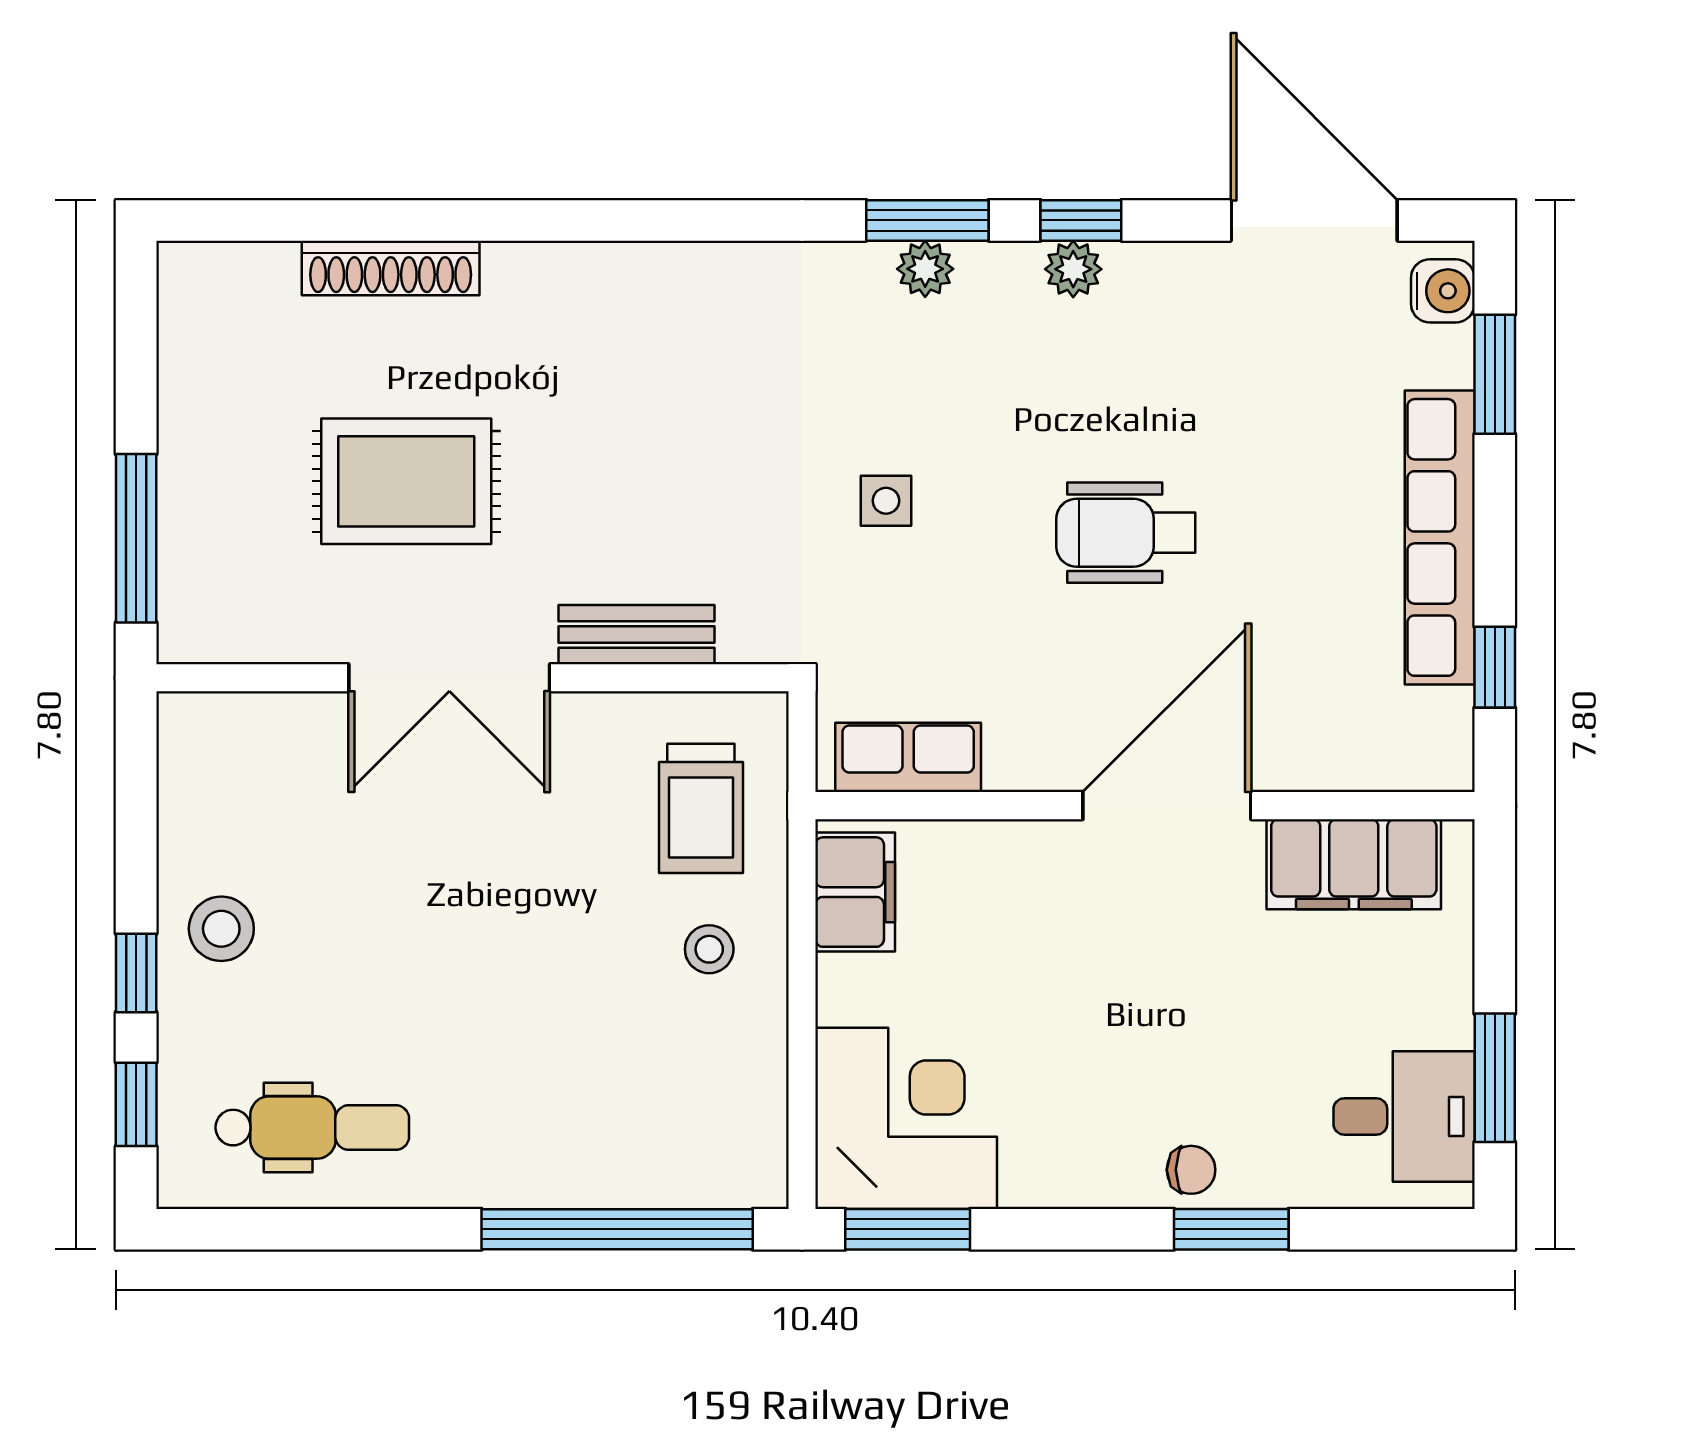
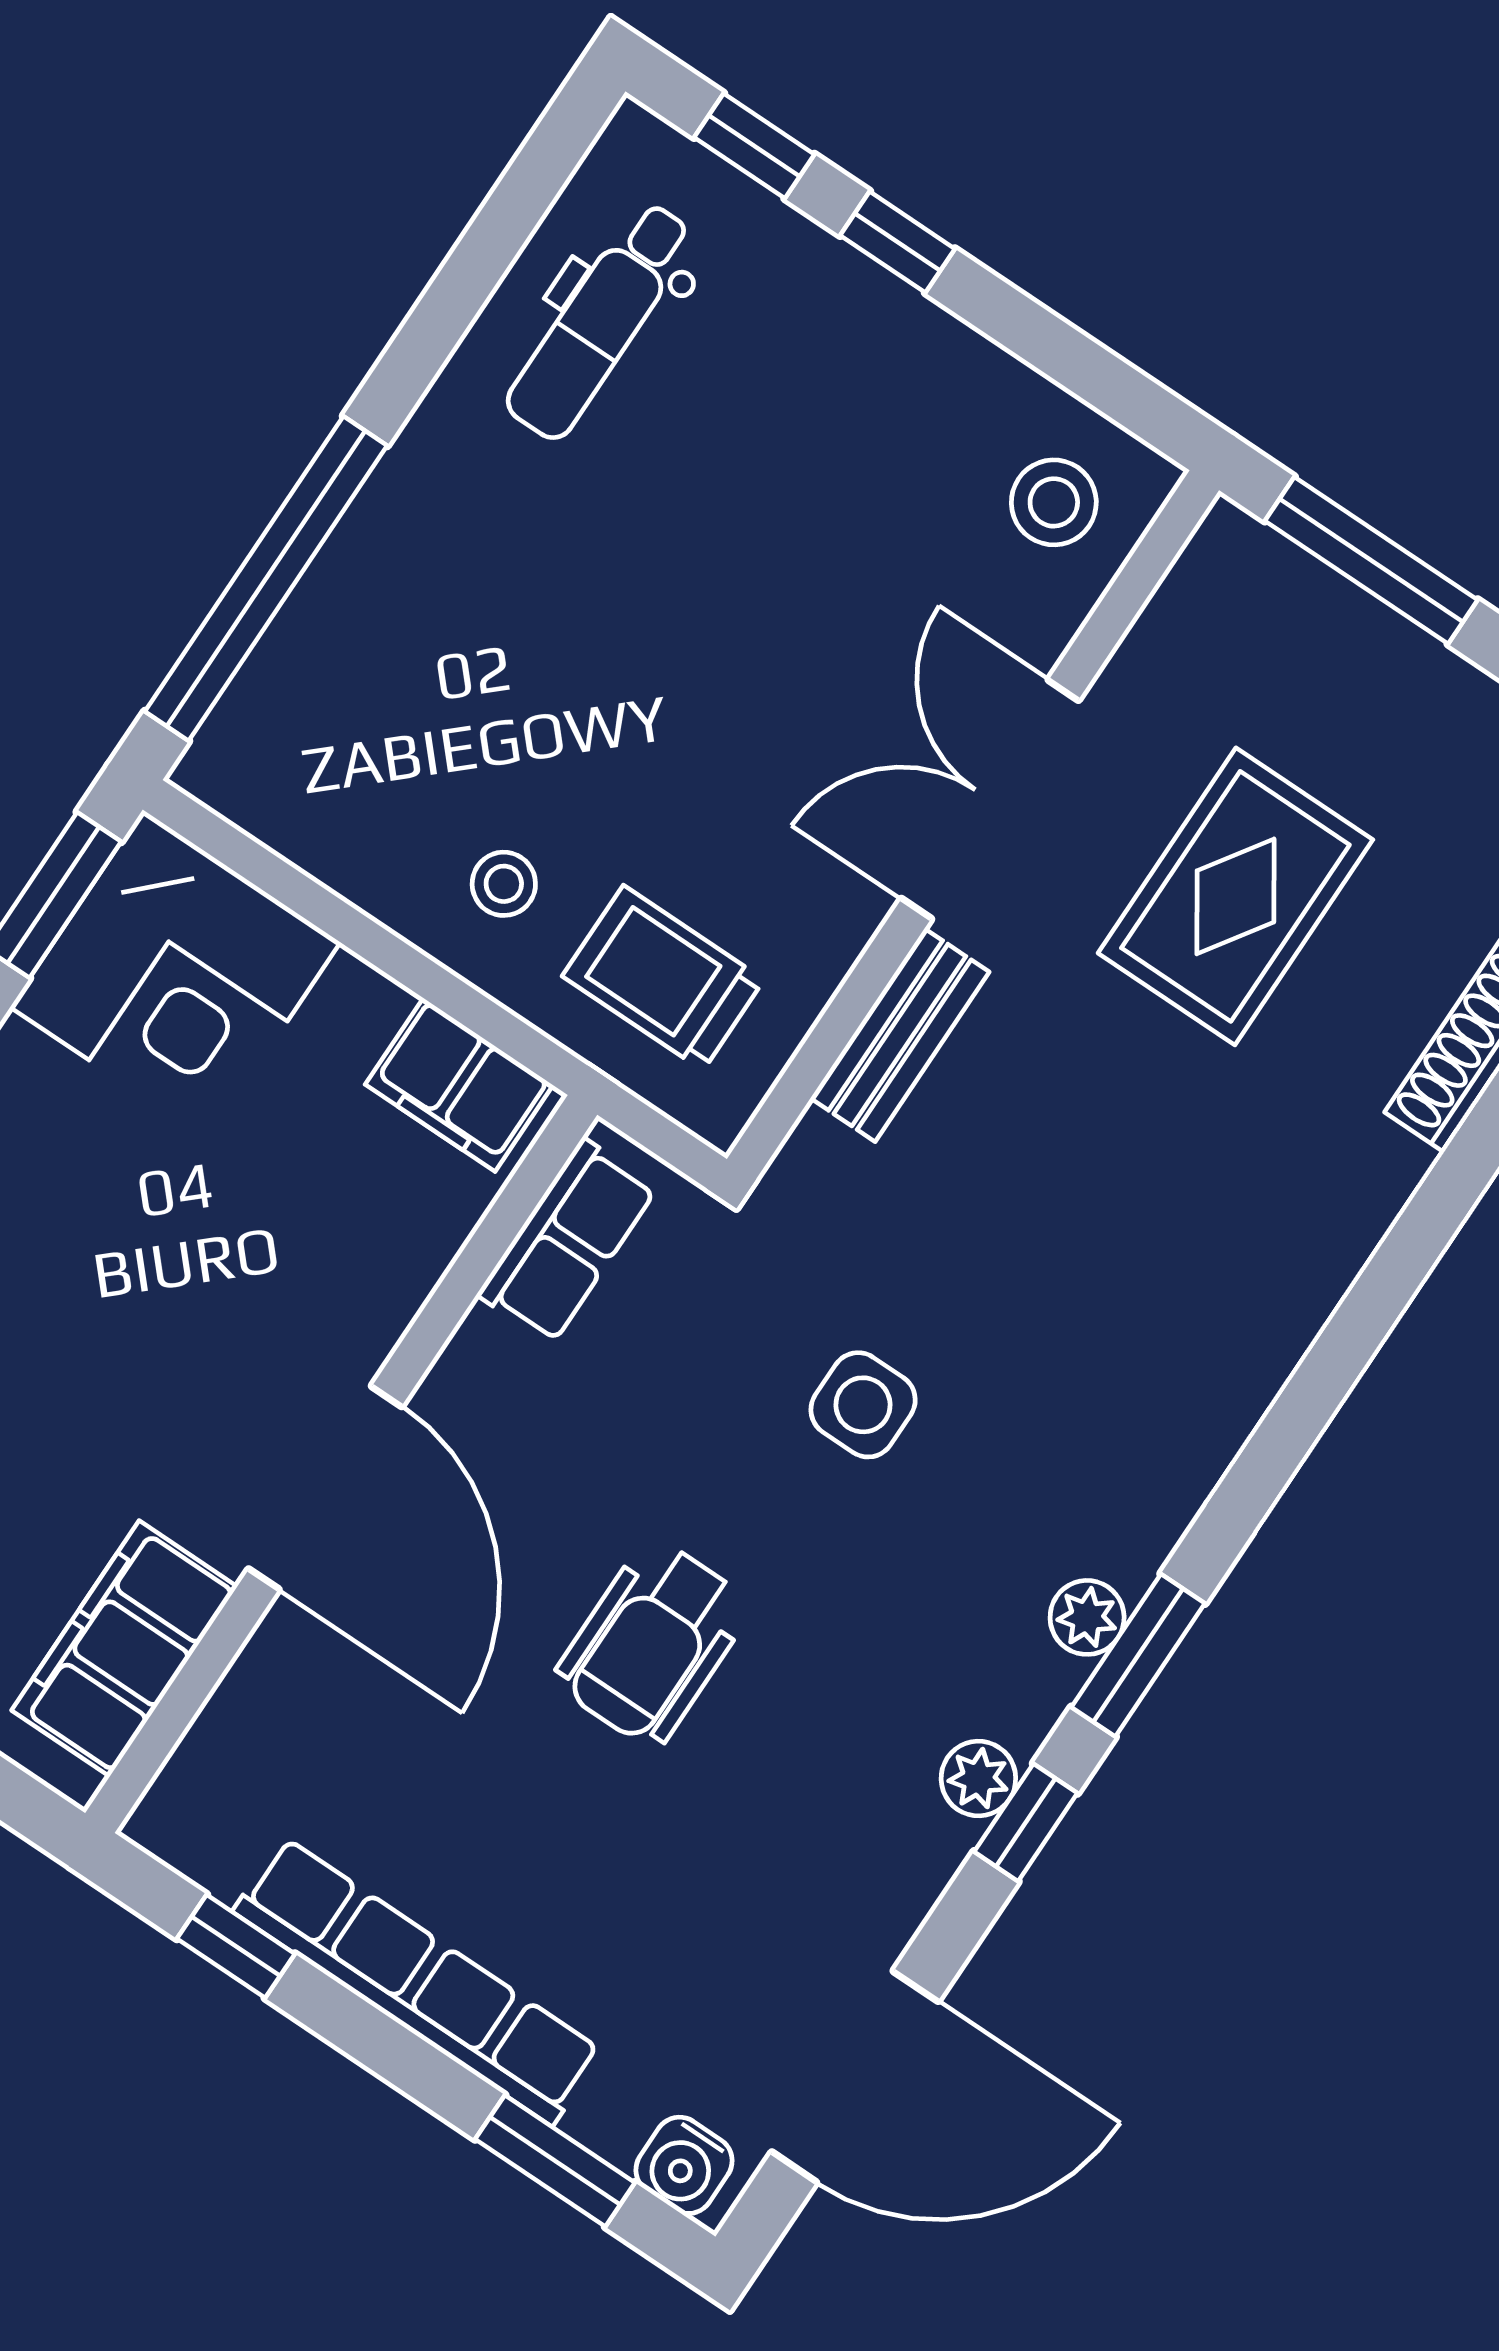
side table: (886, 501) -> (863, 1405), width x1.37, depth x1.37
wheelchair: (1126, 533) -> (653, 1643), turned 180
stool: (221, 929) -> (1054, 502), moved

